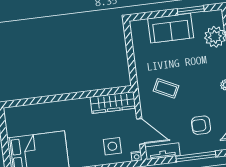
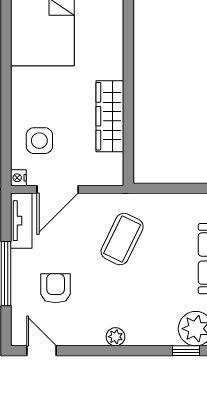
coffee table: (166, 88) -> (122, 239), width x1.36, depth x1.30
wardrobe: (113, 103) -> (110, 116), moved

